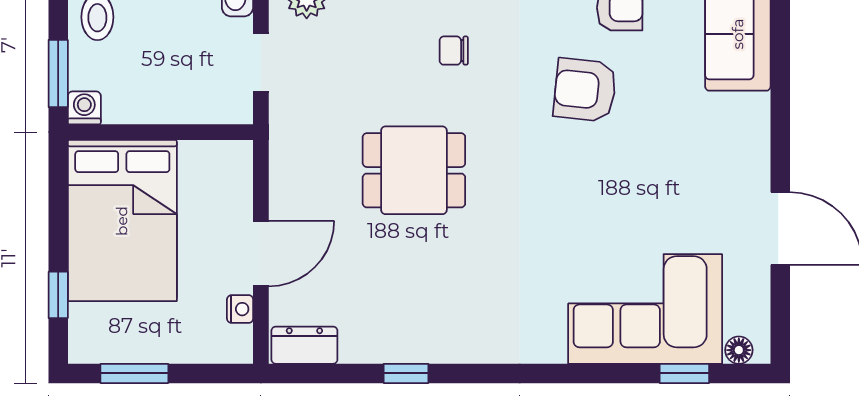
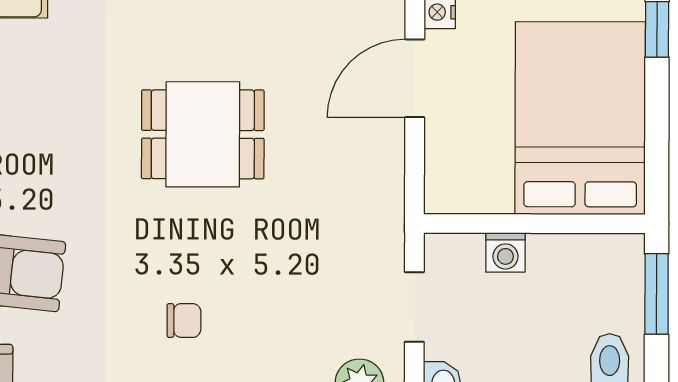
washing machine: (84, 108) -> (505, 253), moved
dining table: (414, 170) -> (203, 134), moved

